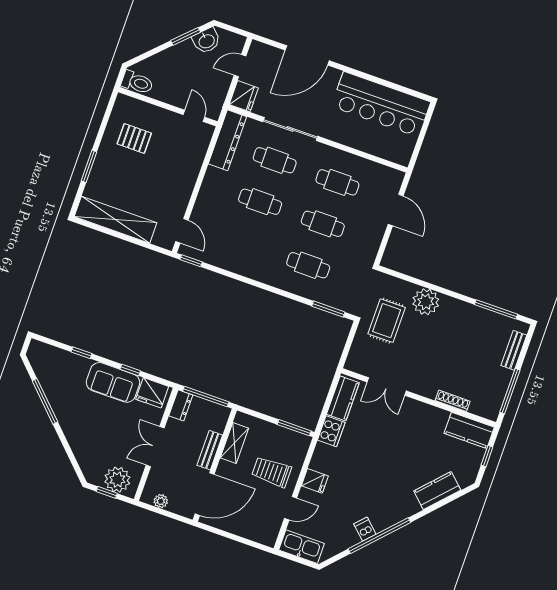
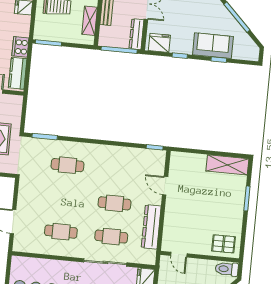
pallet: (134, 138) -> (224, 244), moved
dresser: (227, 140) -> (151, 227), moved
shelving: (116, 220) -> (227, 165), width x0.68
cafe table: (323, 224) -> (64, 198), removed
door: (182, 231) -> (165, 186), moved
sofa: (113, 382) -> (213, 46), moved
dresser: (181, 405) -> (136, 34), width x1.44

